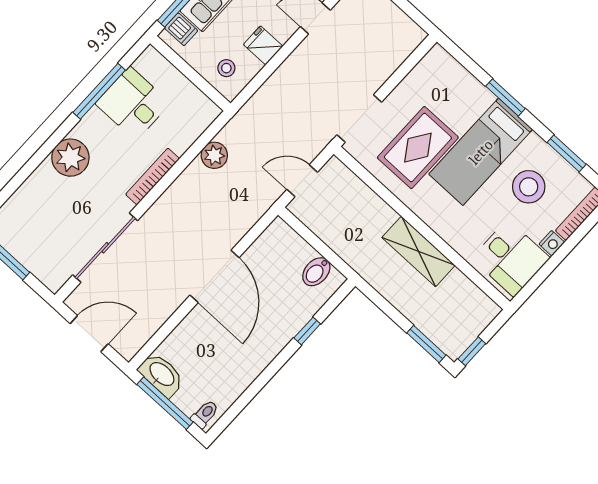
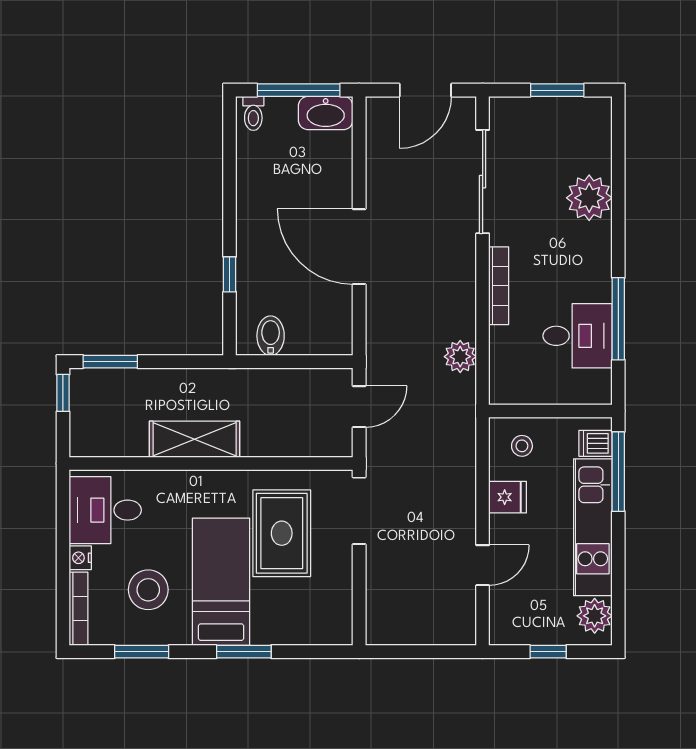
plant: (70, 158) -> (589, 198), moved

